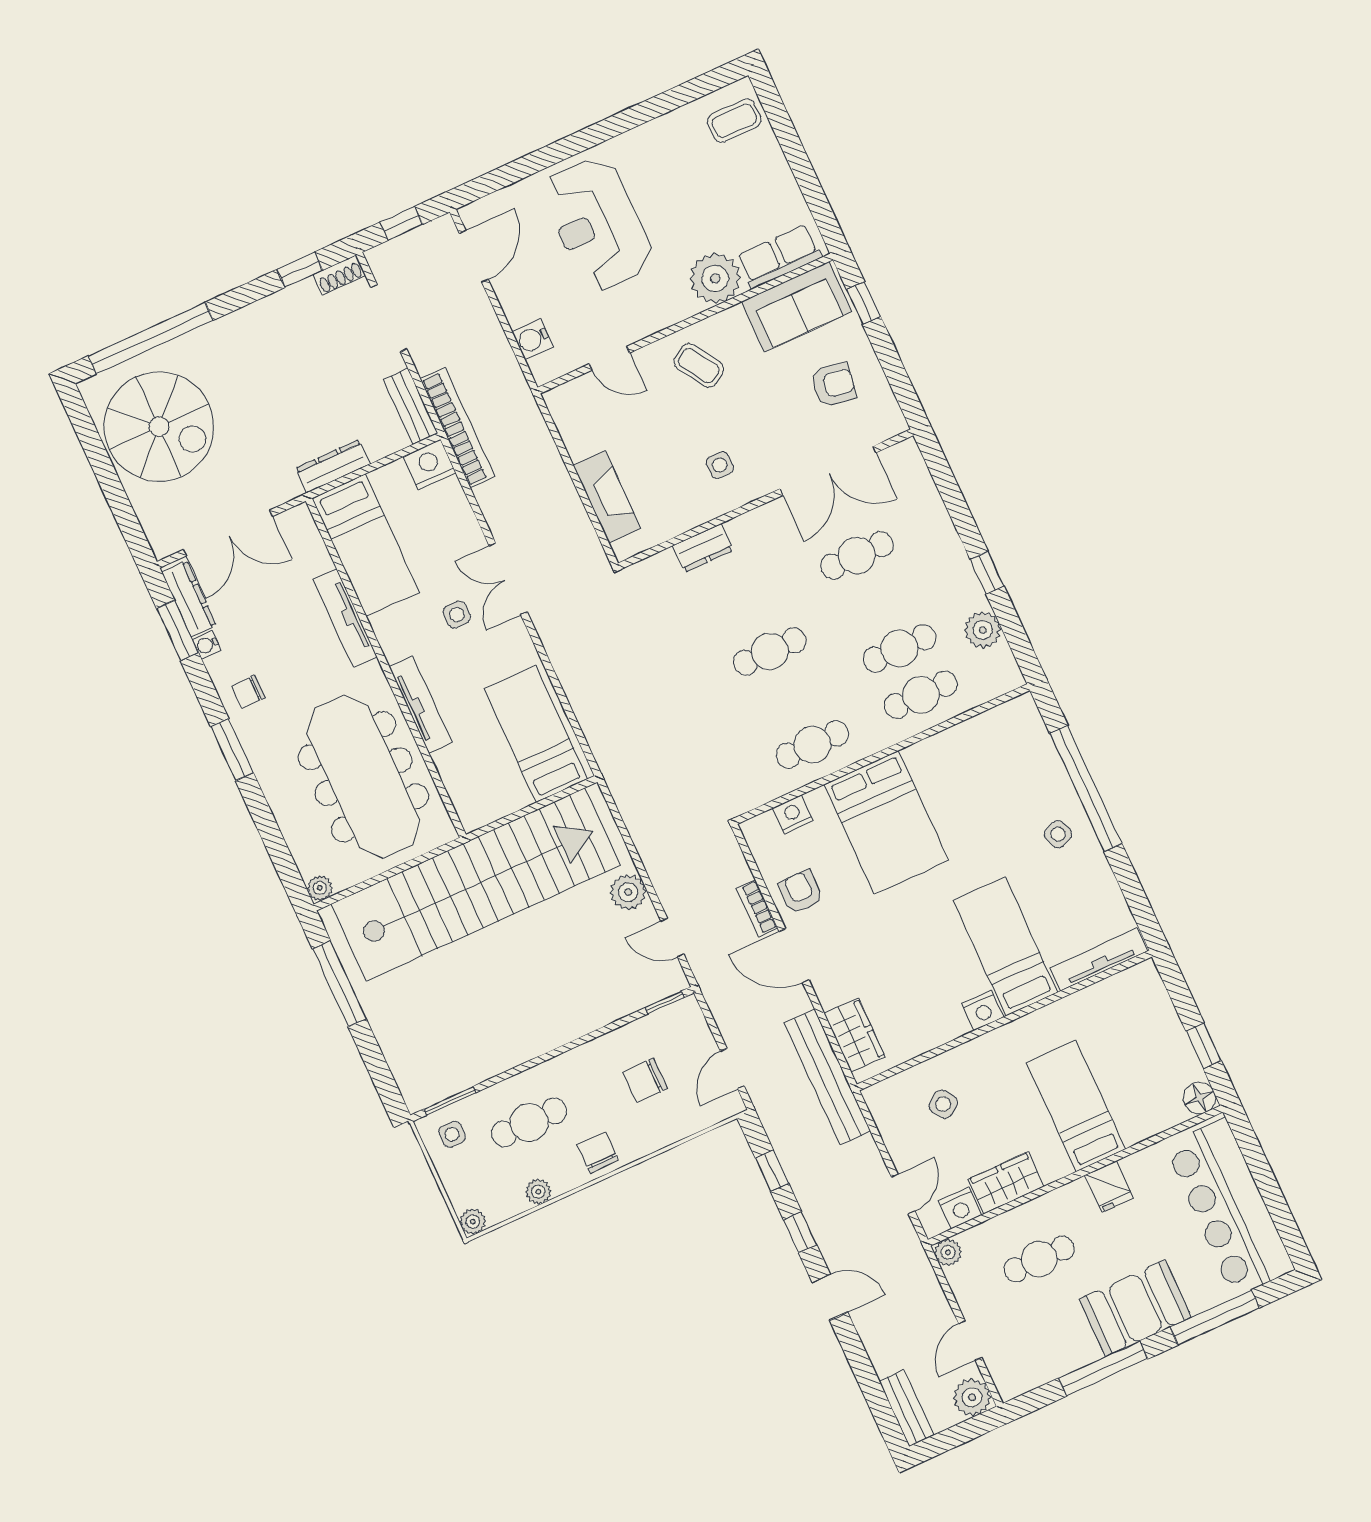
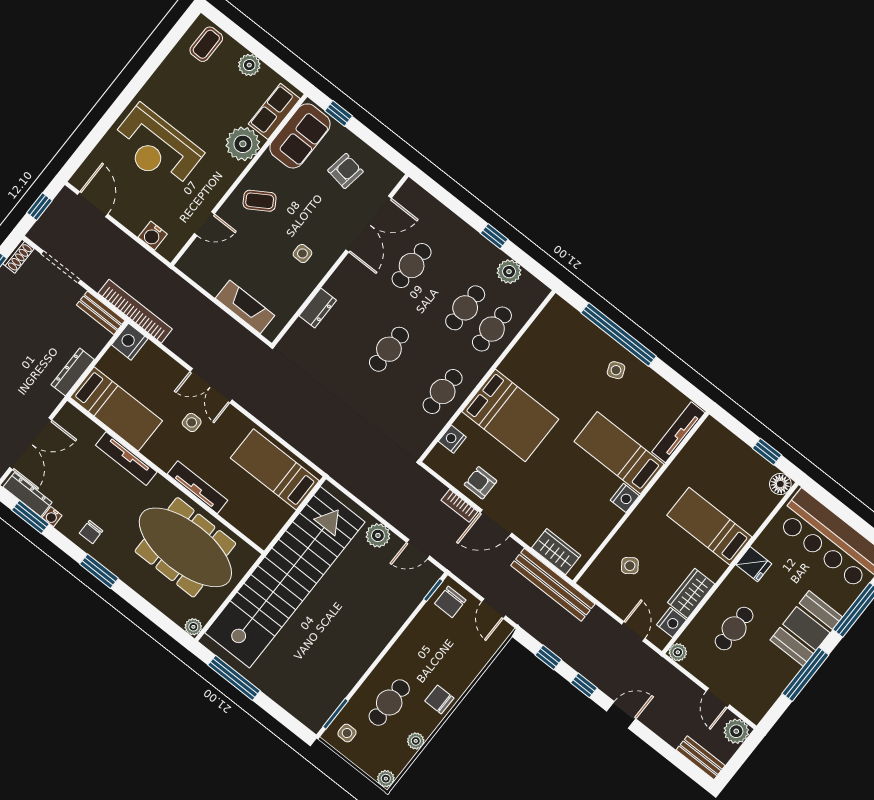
plant: (777, 178) -> (249, 65), added
chair: (645, 1080) -> (450, 602), moved

